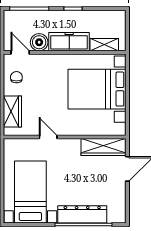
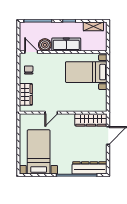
shelving: (104, 45) -> (93, 26), moved
bed with nightstands: (97, 89) -> (86, 72), width x0.73
door: (48, 137) -> (51, 113), swing flipped
dresser: (82, 214) -> (90, 168), moved

